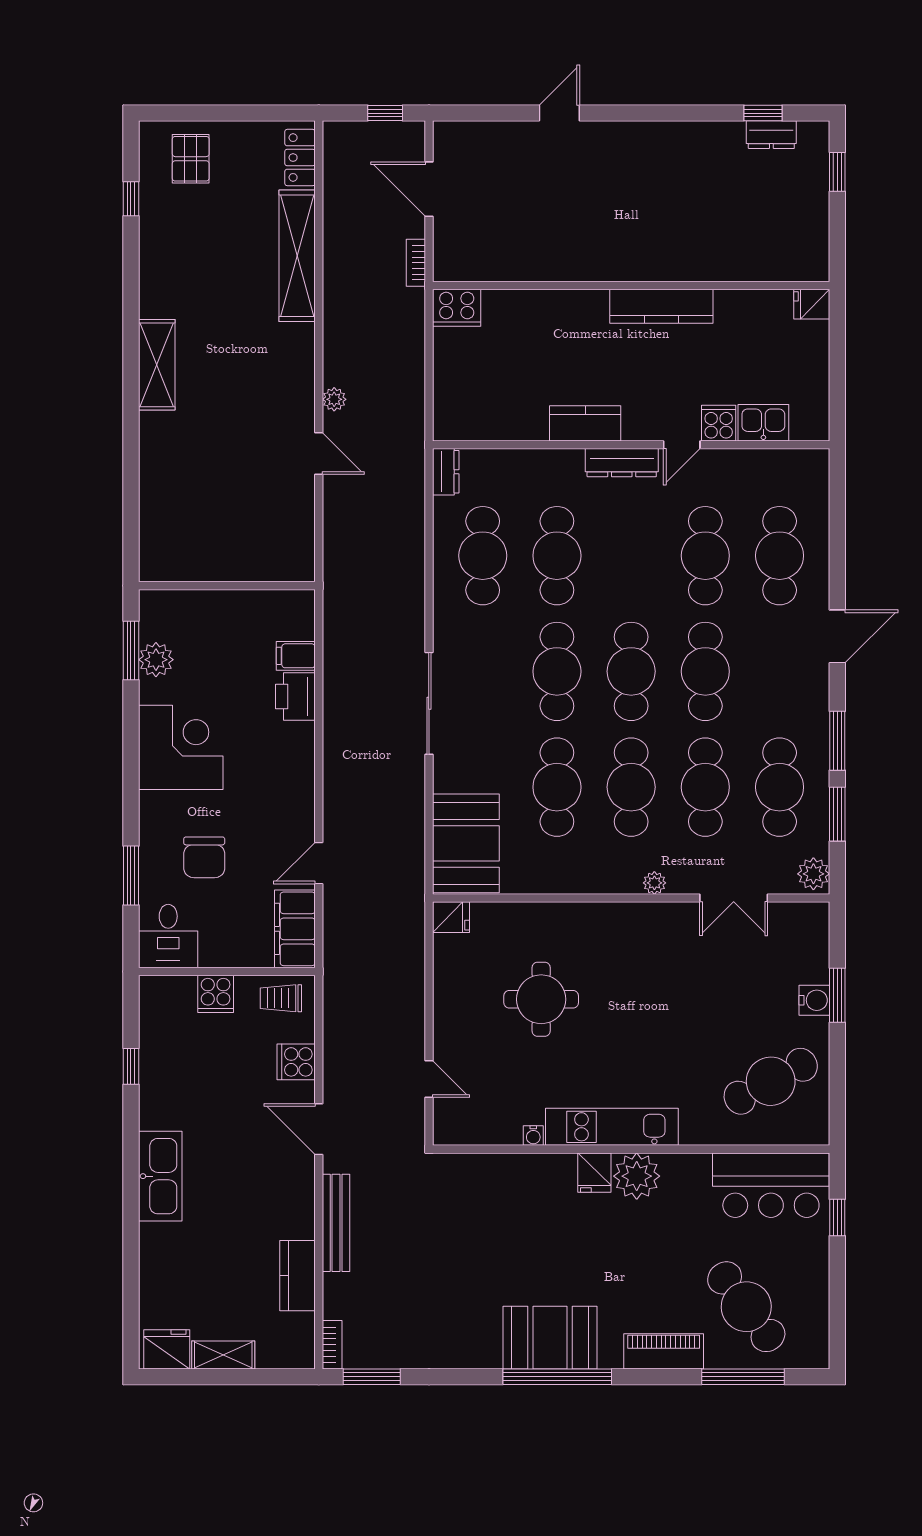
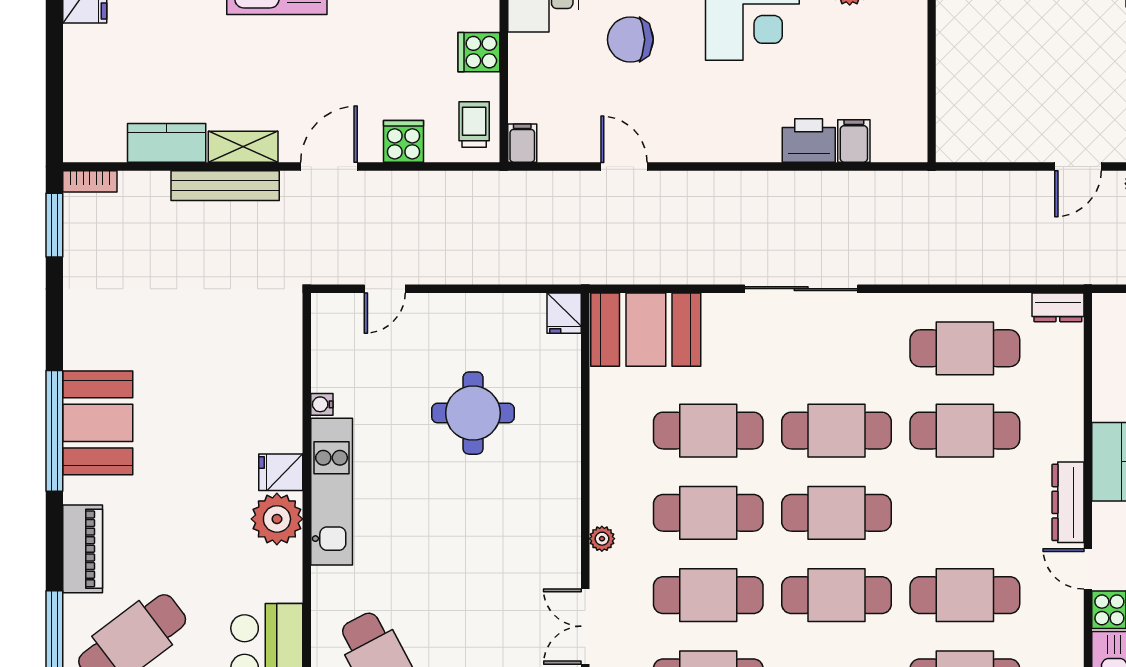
filing cabinet: (295, 929) -> (522, 143), width x0.33, depth x0.86
shelving: (223, 1355) -> (243, 147), moved, turned 90

